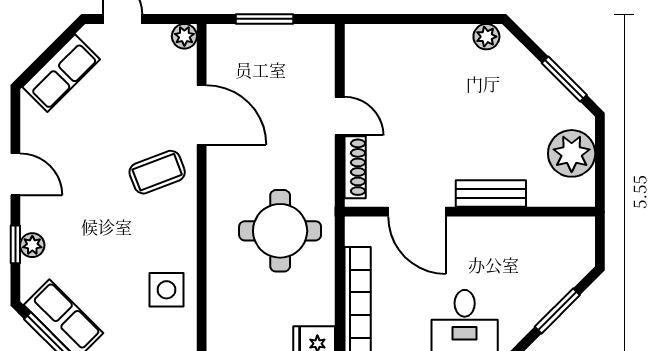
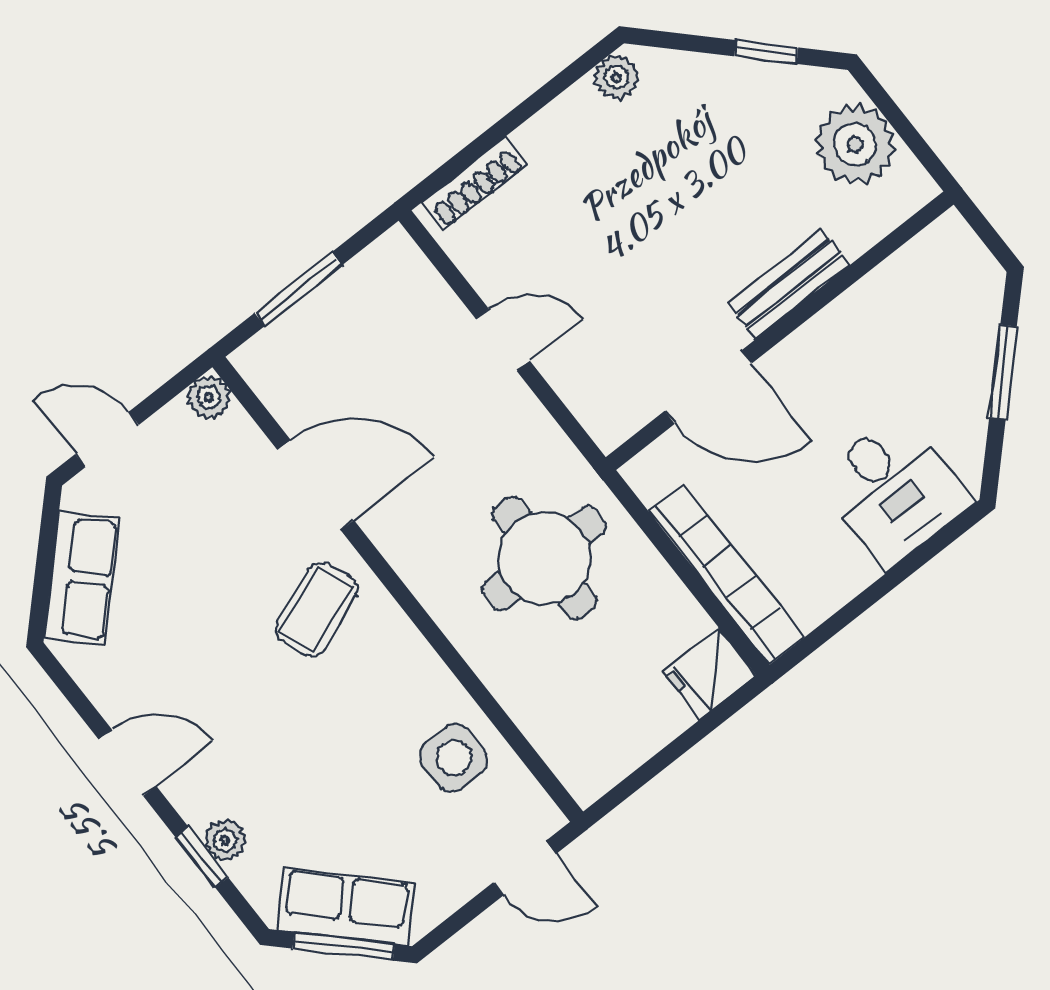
window: (564, 79) -> (766, 52), width x0.67
shoe rack: (355, 167) -> (475, 184), moved, turned 90

